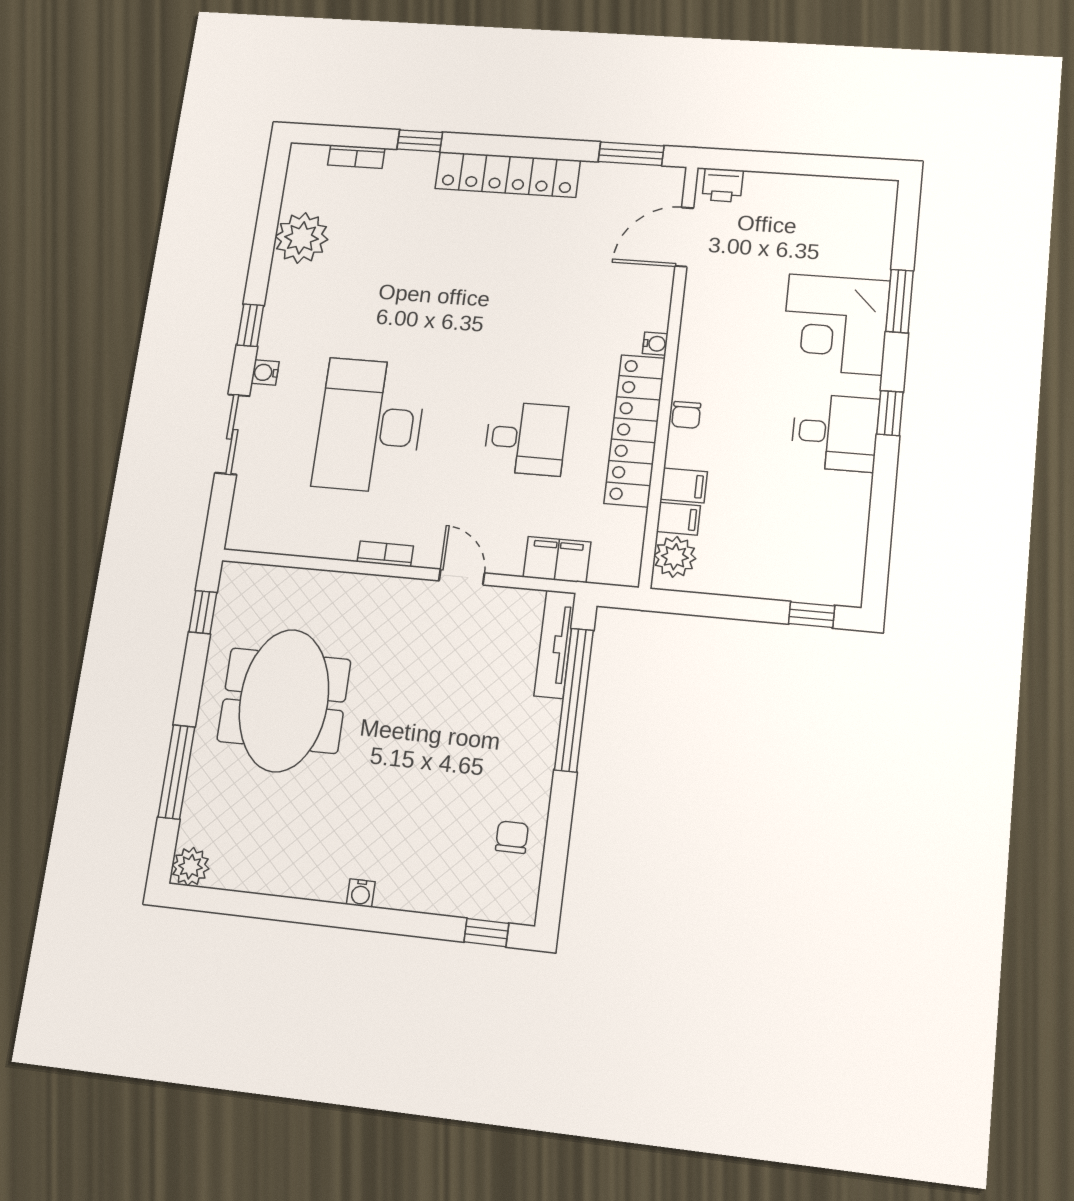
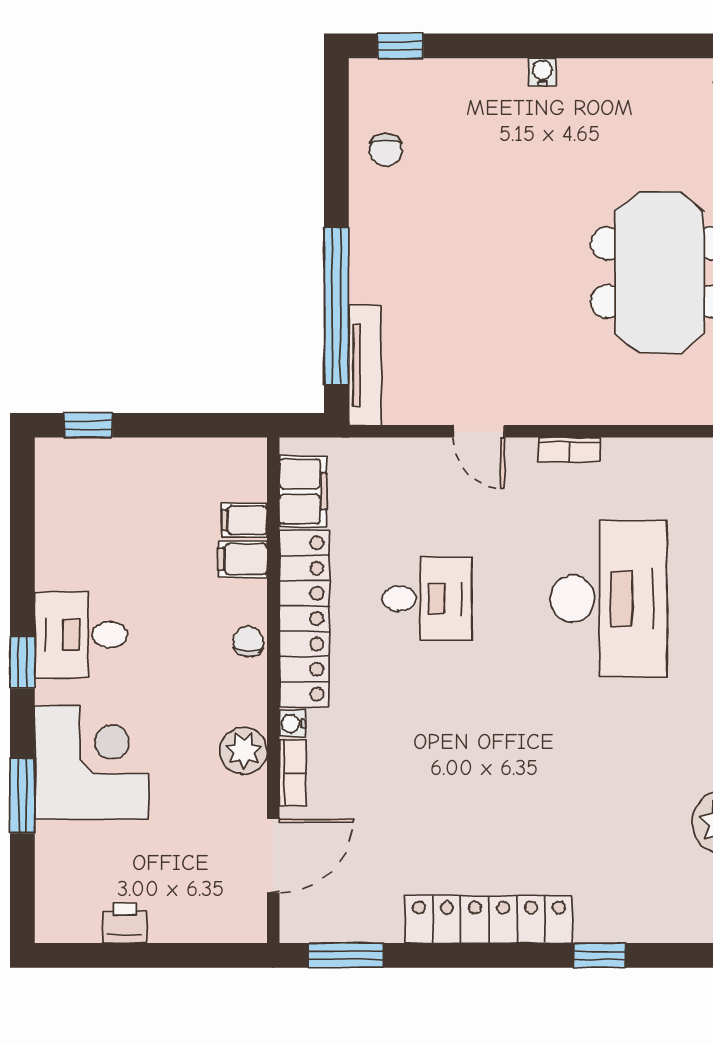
bookcase: (356, 157) -> (293, 773), moved, turned 90
printer: (723, 185) -> (125, 923), moved
desk: (526, 438) -> (427, 599), turned 180
plant: (675, 557) -> (244, 751), moved
filing cabinet: (557, 560) -> (303, 491), moved, turned -90

